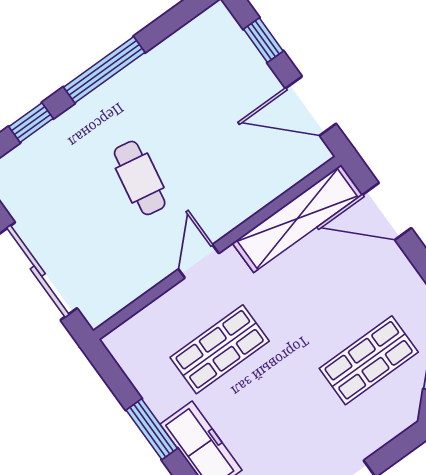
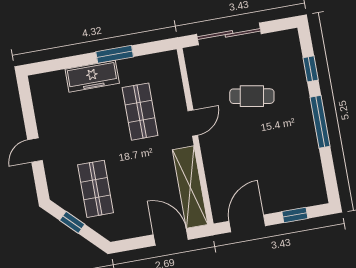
cafe table: (140, 178) -> (252, 96), moved
door: (387, 211) -> (171, 237), hinge flipped
door: (199, 261) -> (193, 123), hinge flipped

